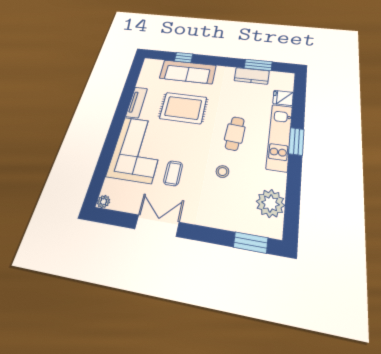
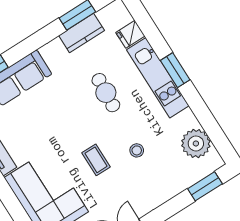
rug: (183, 108) -> (48, 122), removed
cafe table: (235, 133) -> (106, 93), moved
coffee table: (173, 173) -> (96, 160), moved

